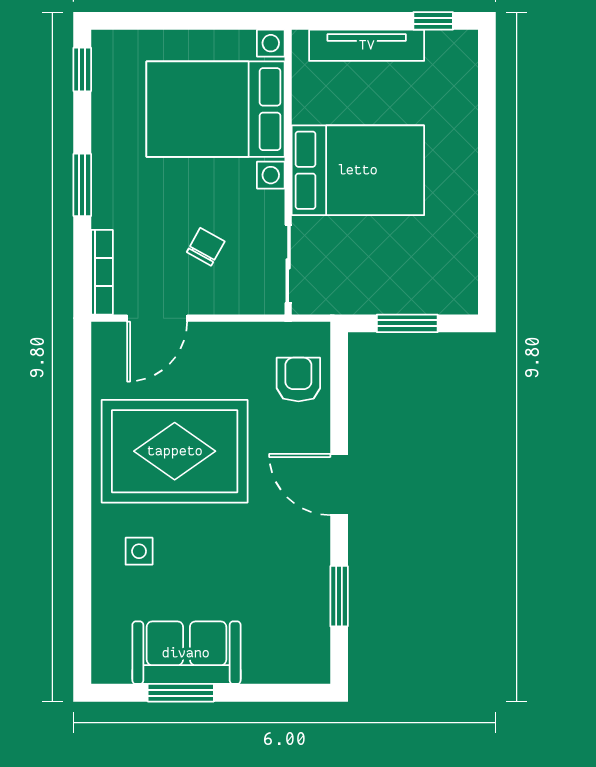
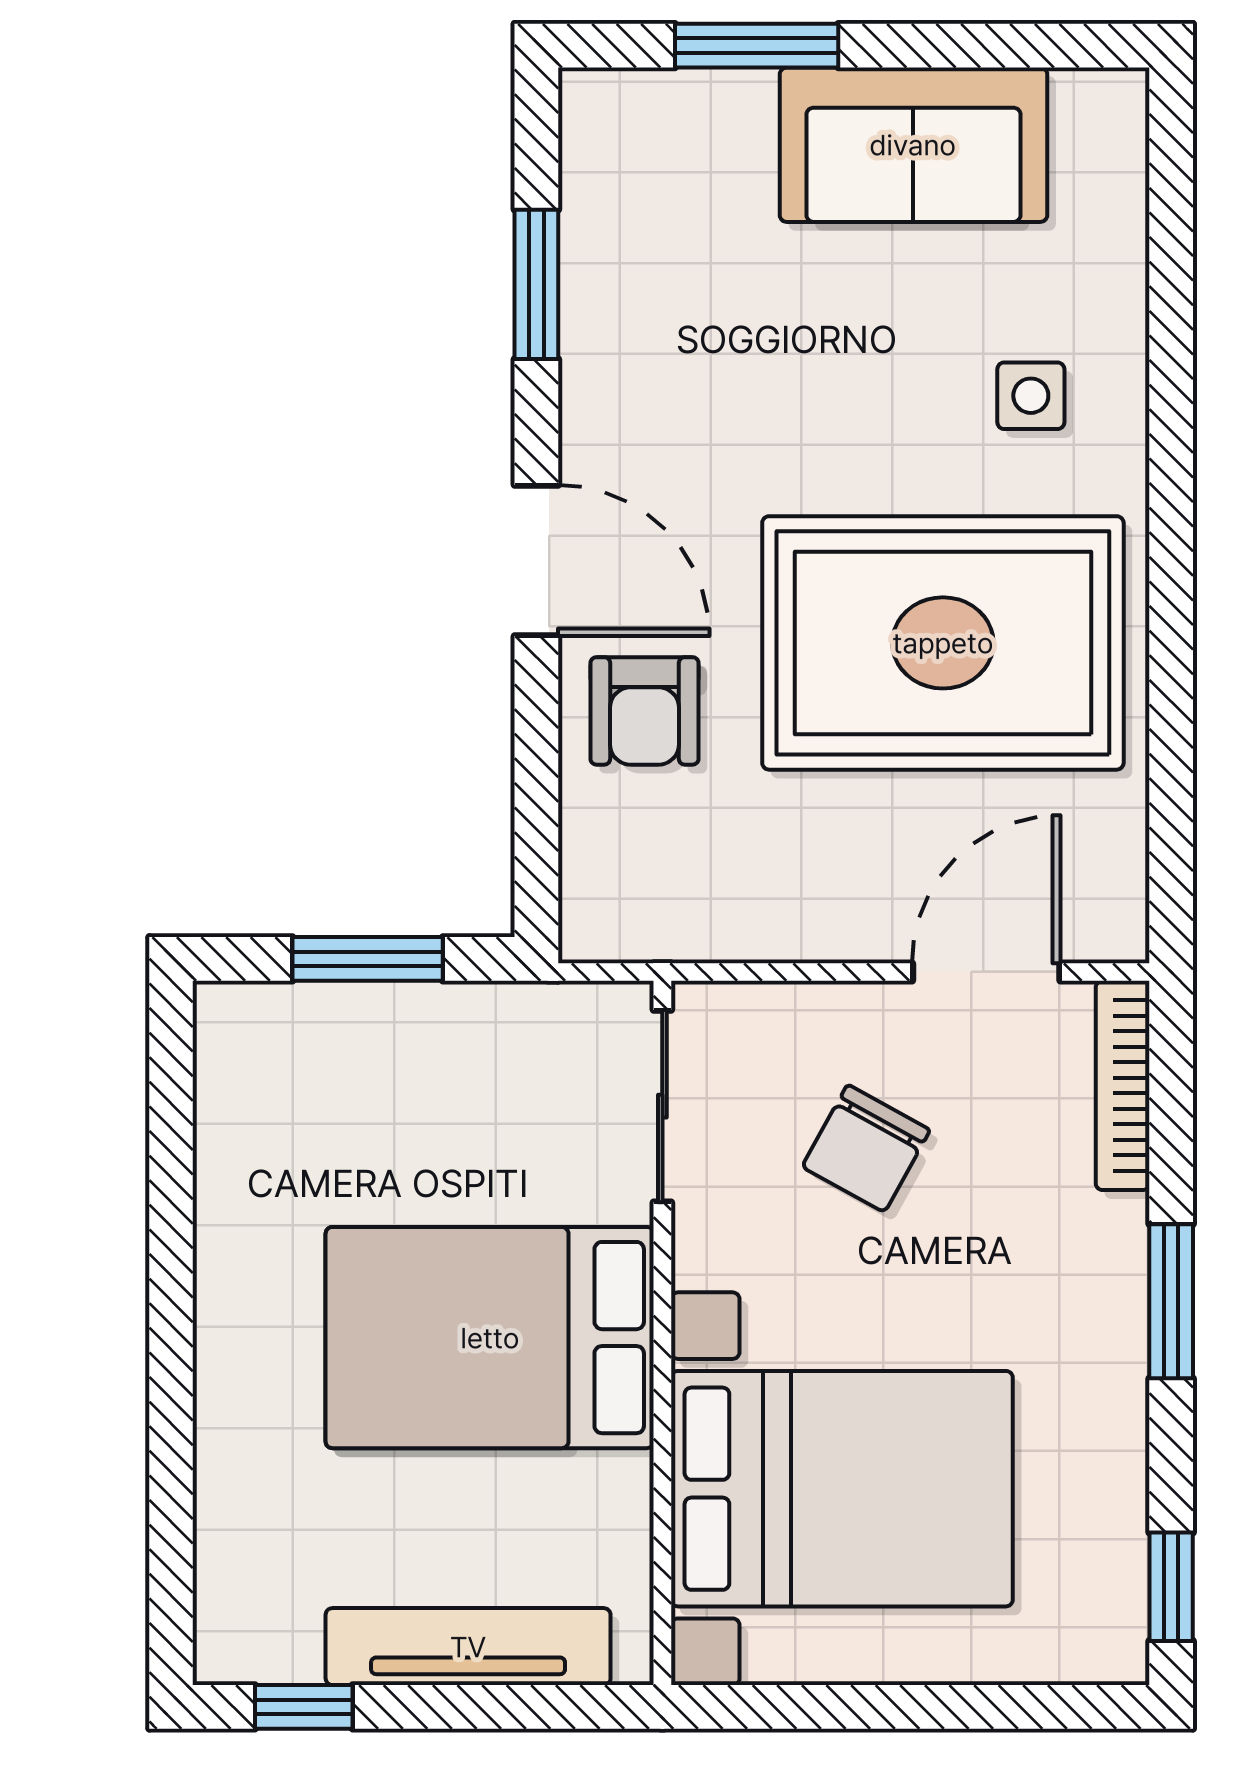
chair: (206, 247) -> (866, 1148), width x1.37, depth x1.37
armchair: (298, 380) -> (645, 711), moved
window: (181, 693) -> (757, 46), moved

